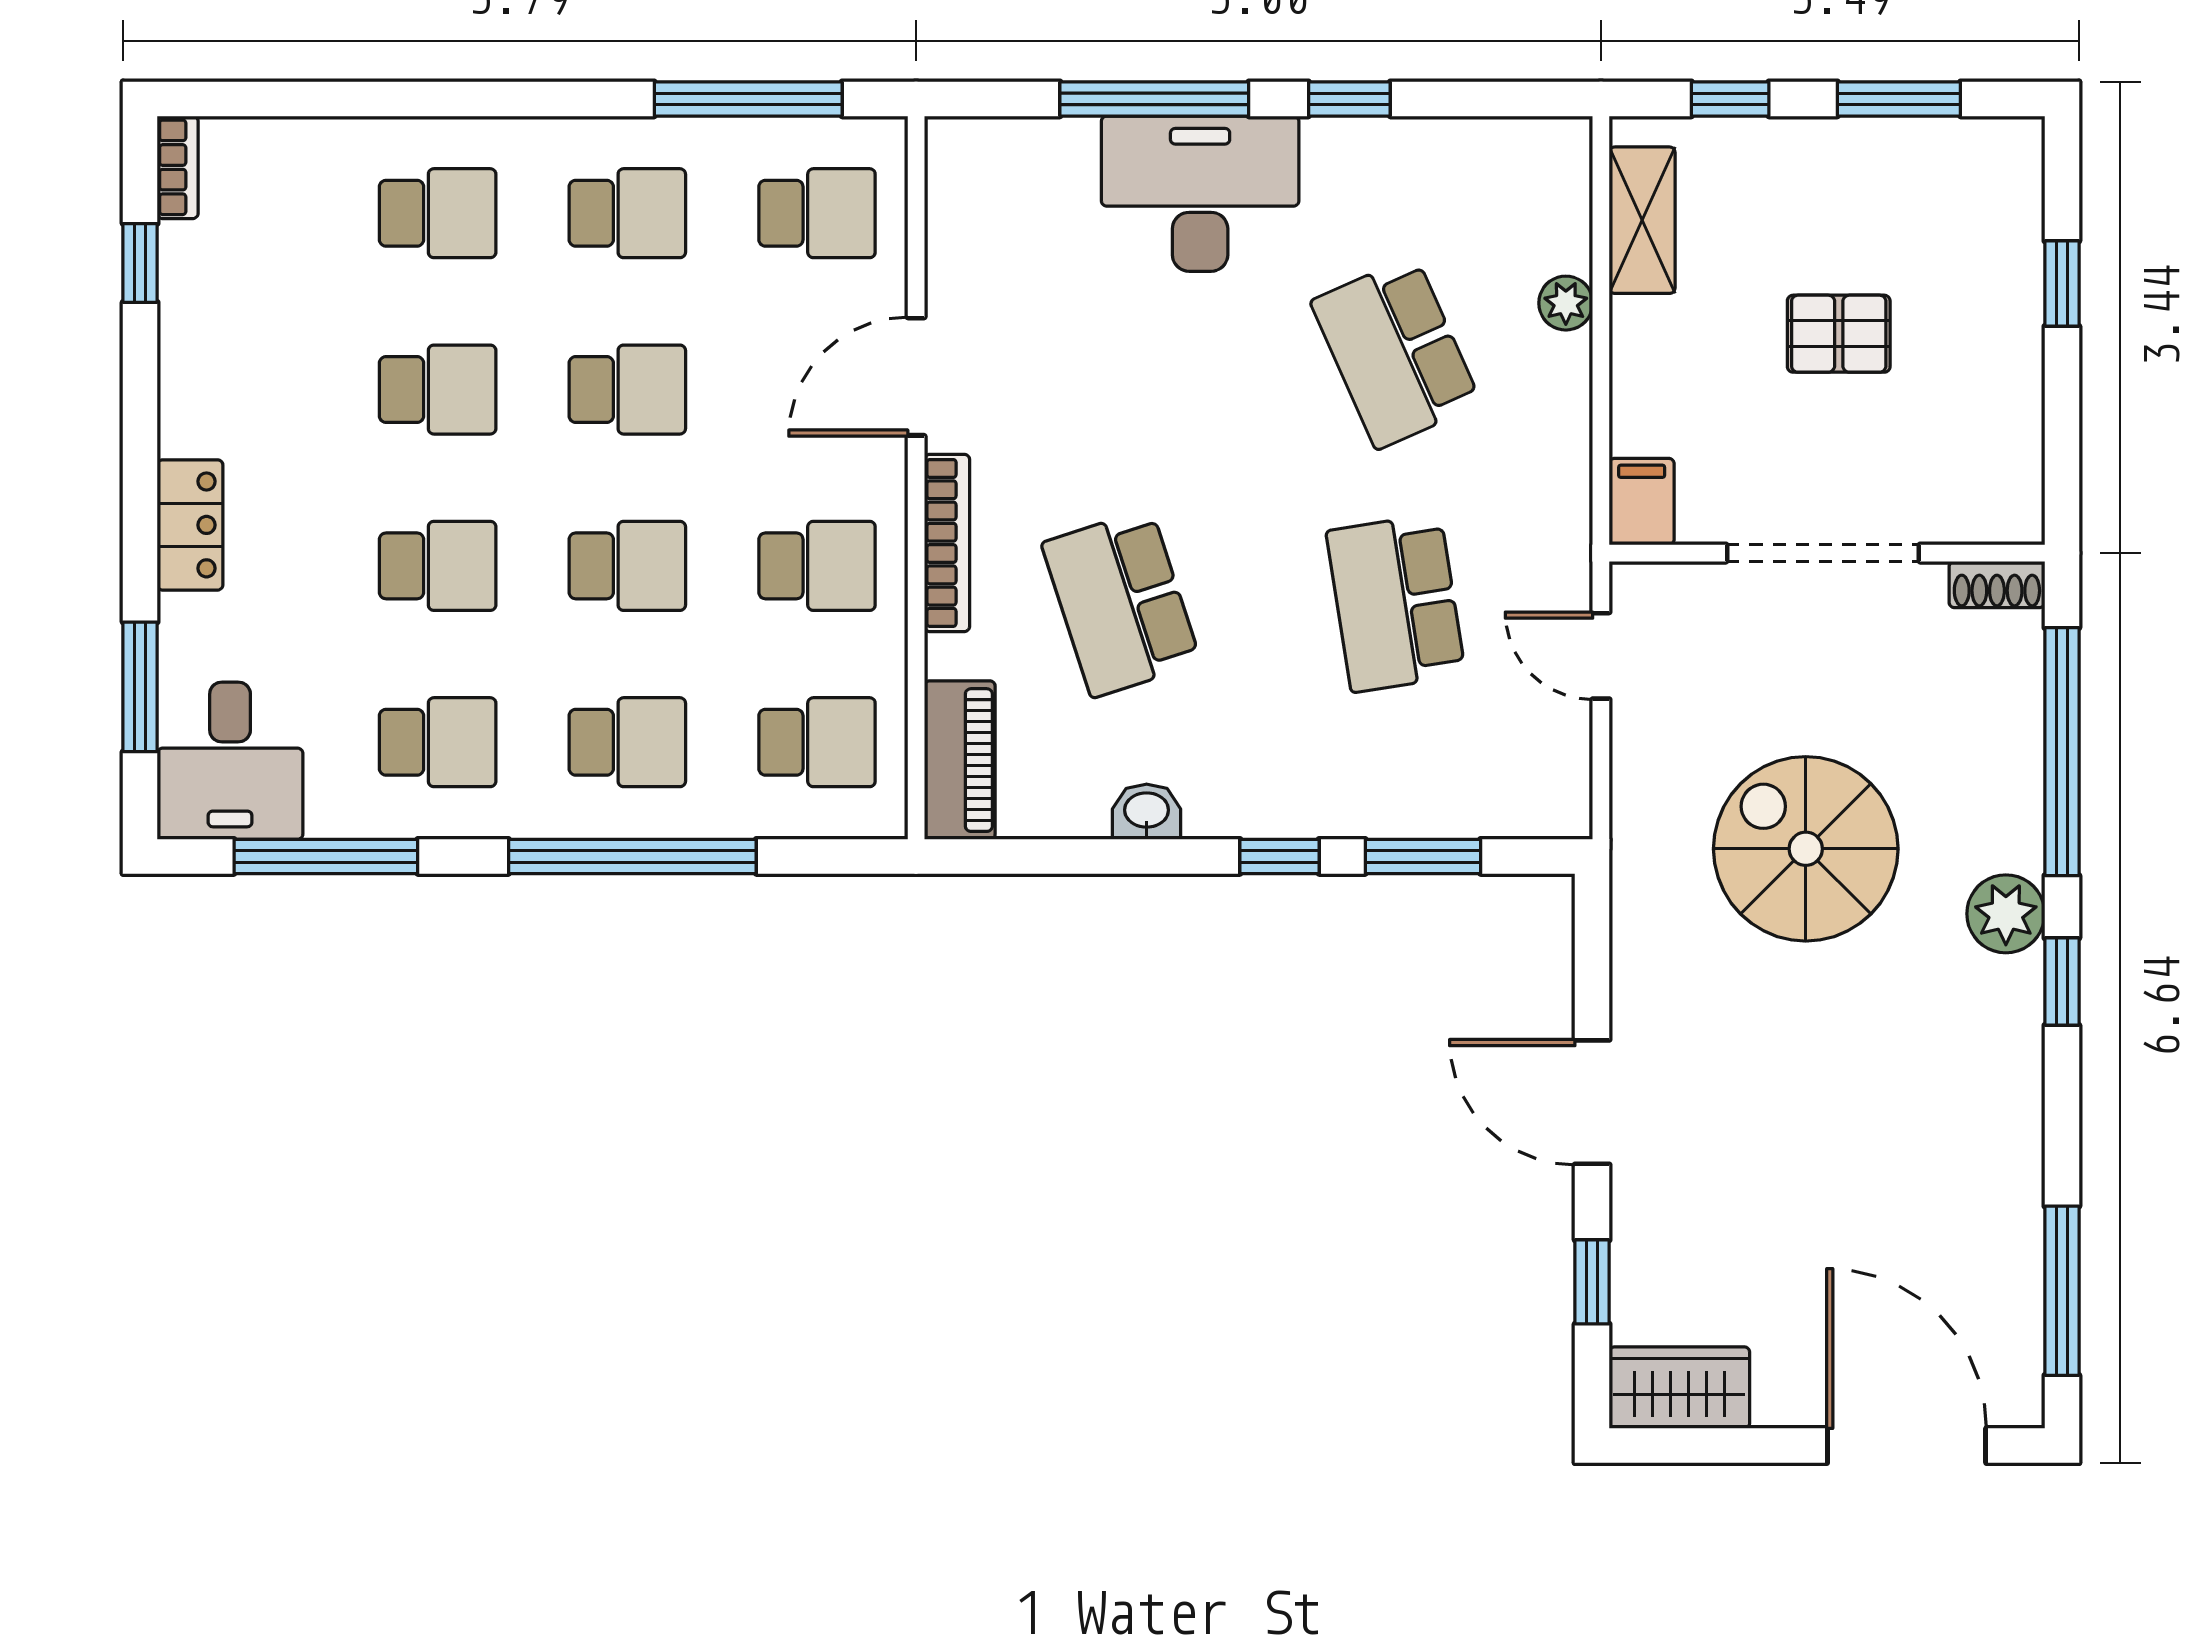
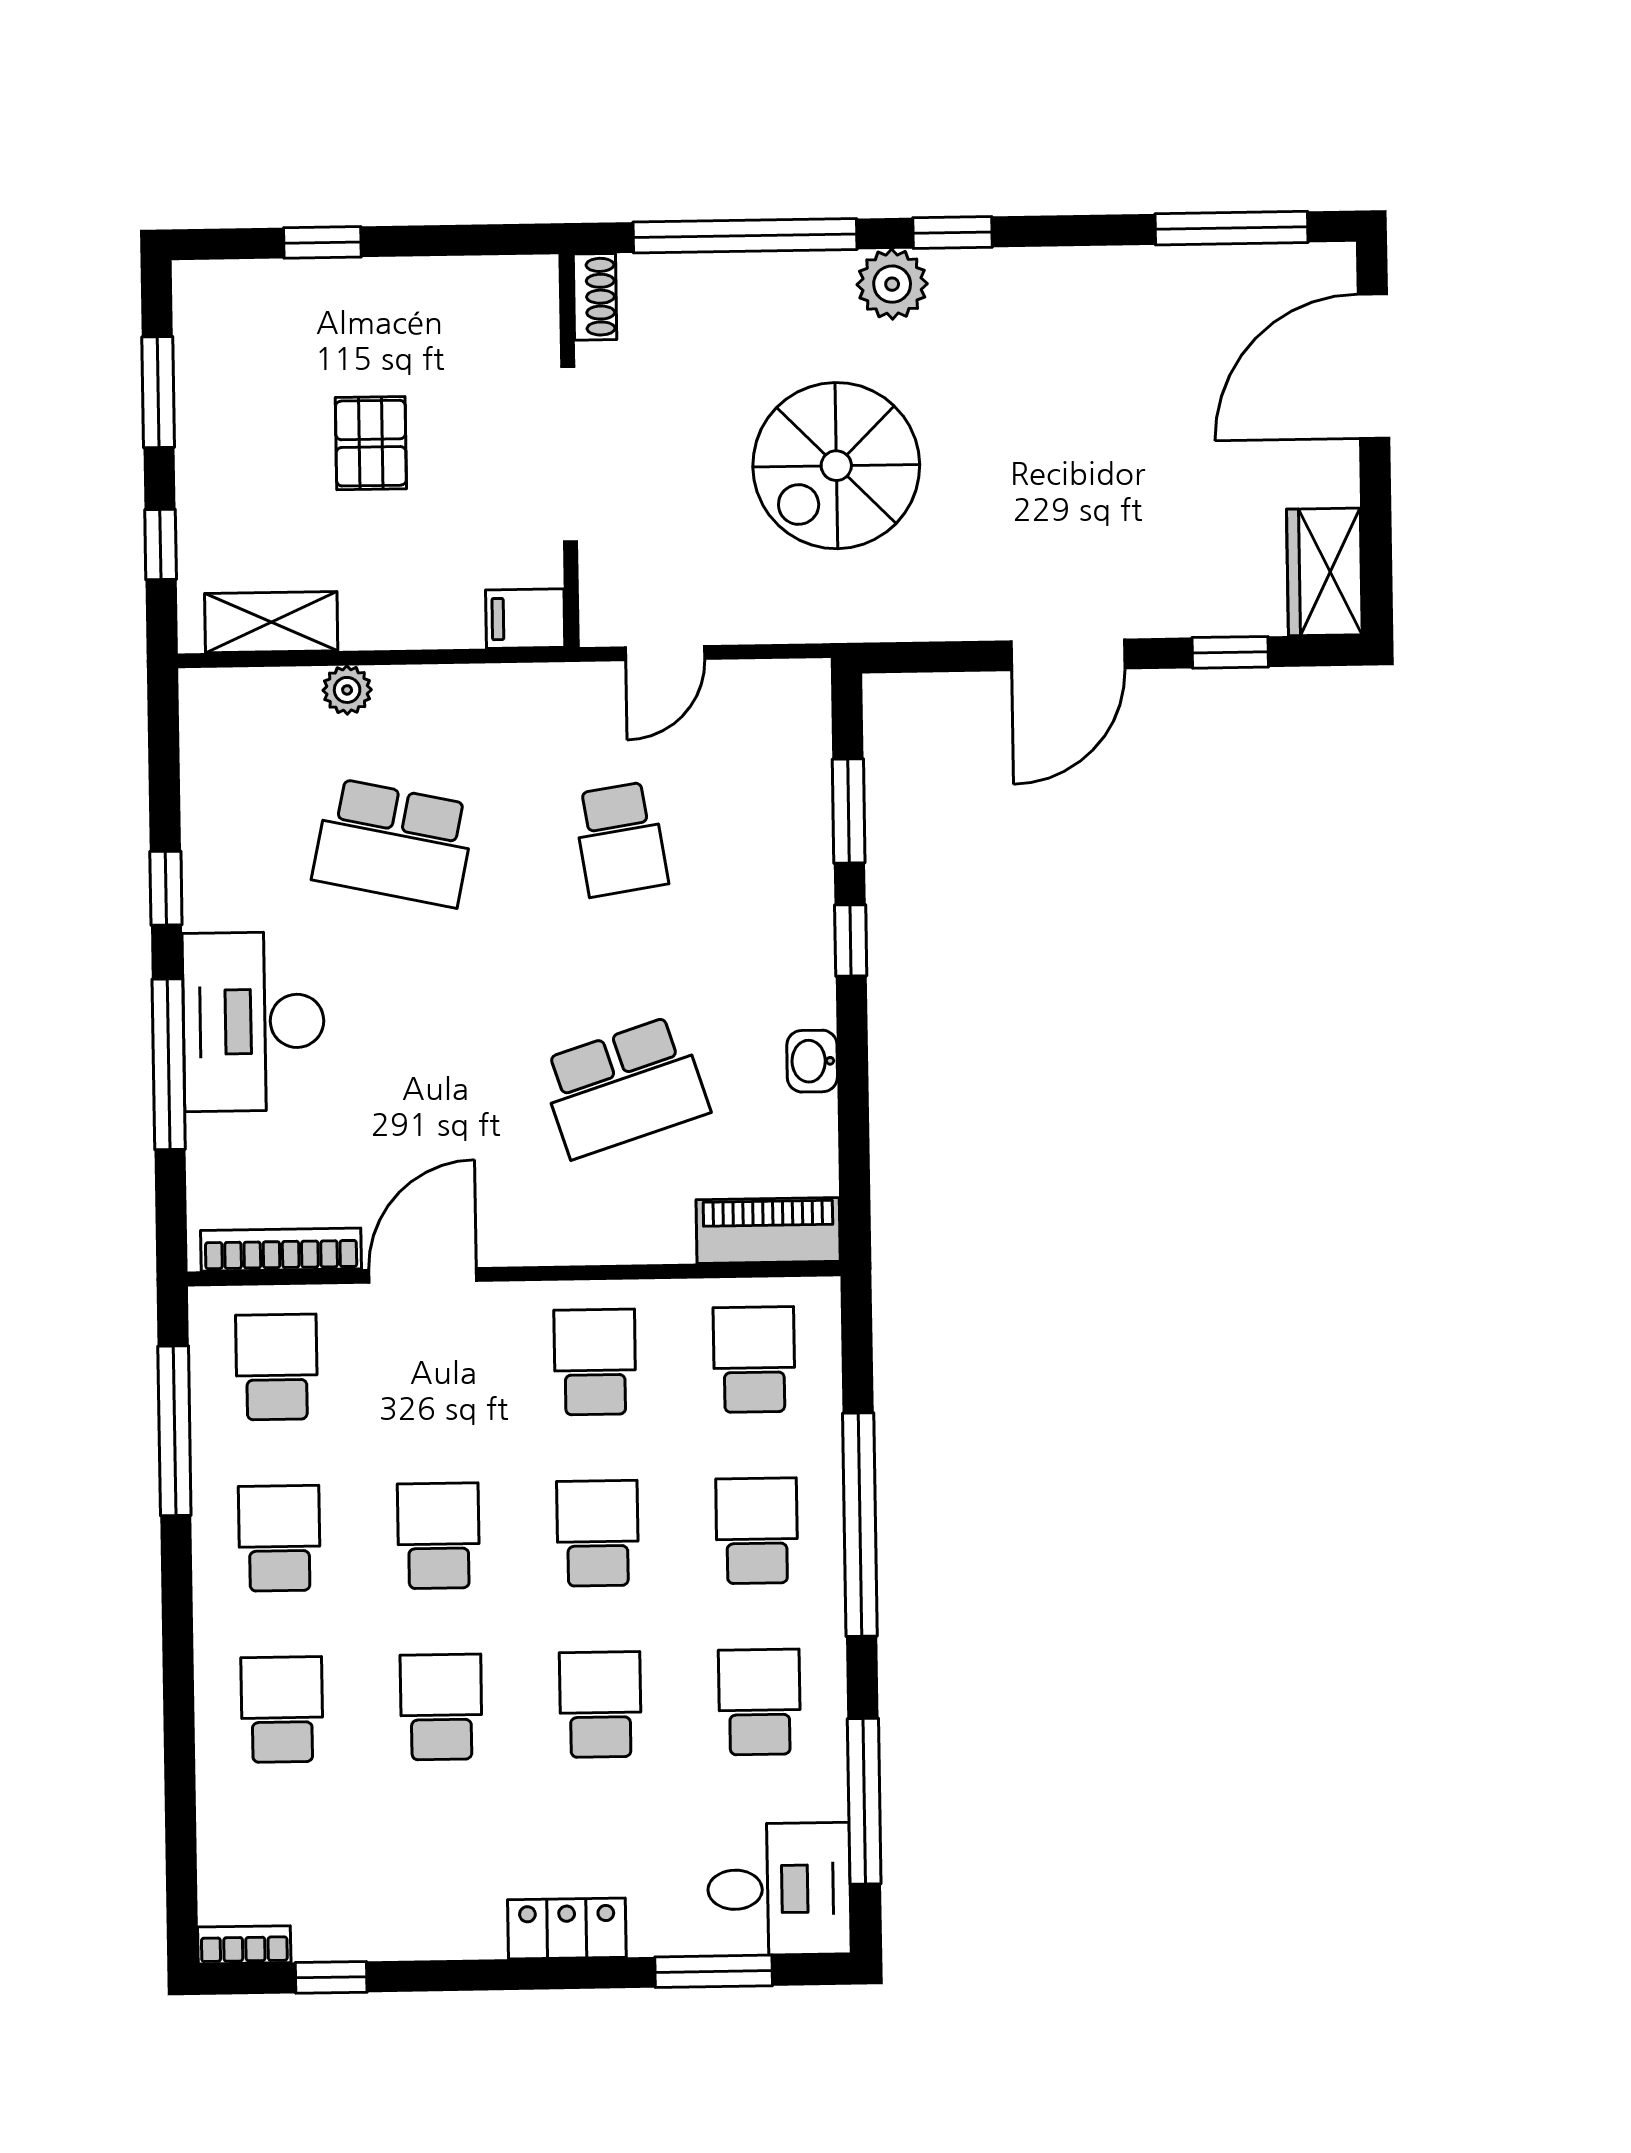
school desk: (1396, 352) -> (394, 843), turned 36
door: (916, 377) -> (423, 1275), swing flipped
bookcase: (947, 543) -> (281, 1250), moved
school desk: (1396, 603) -> (620, 839), width x0.54

